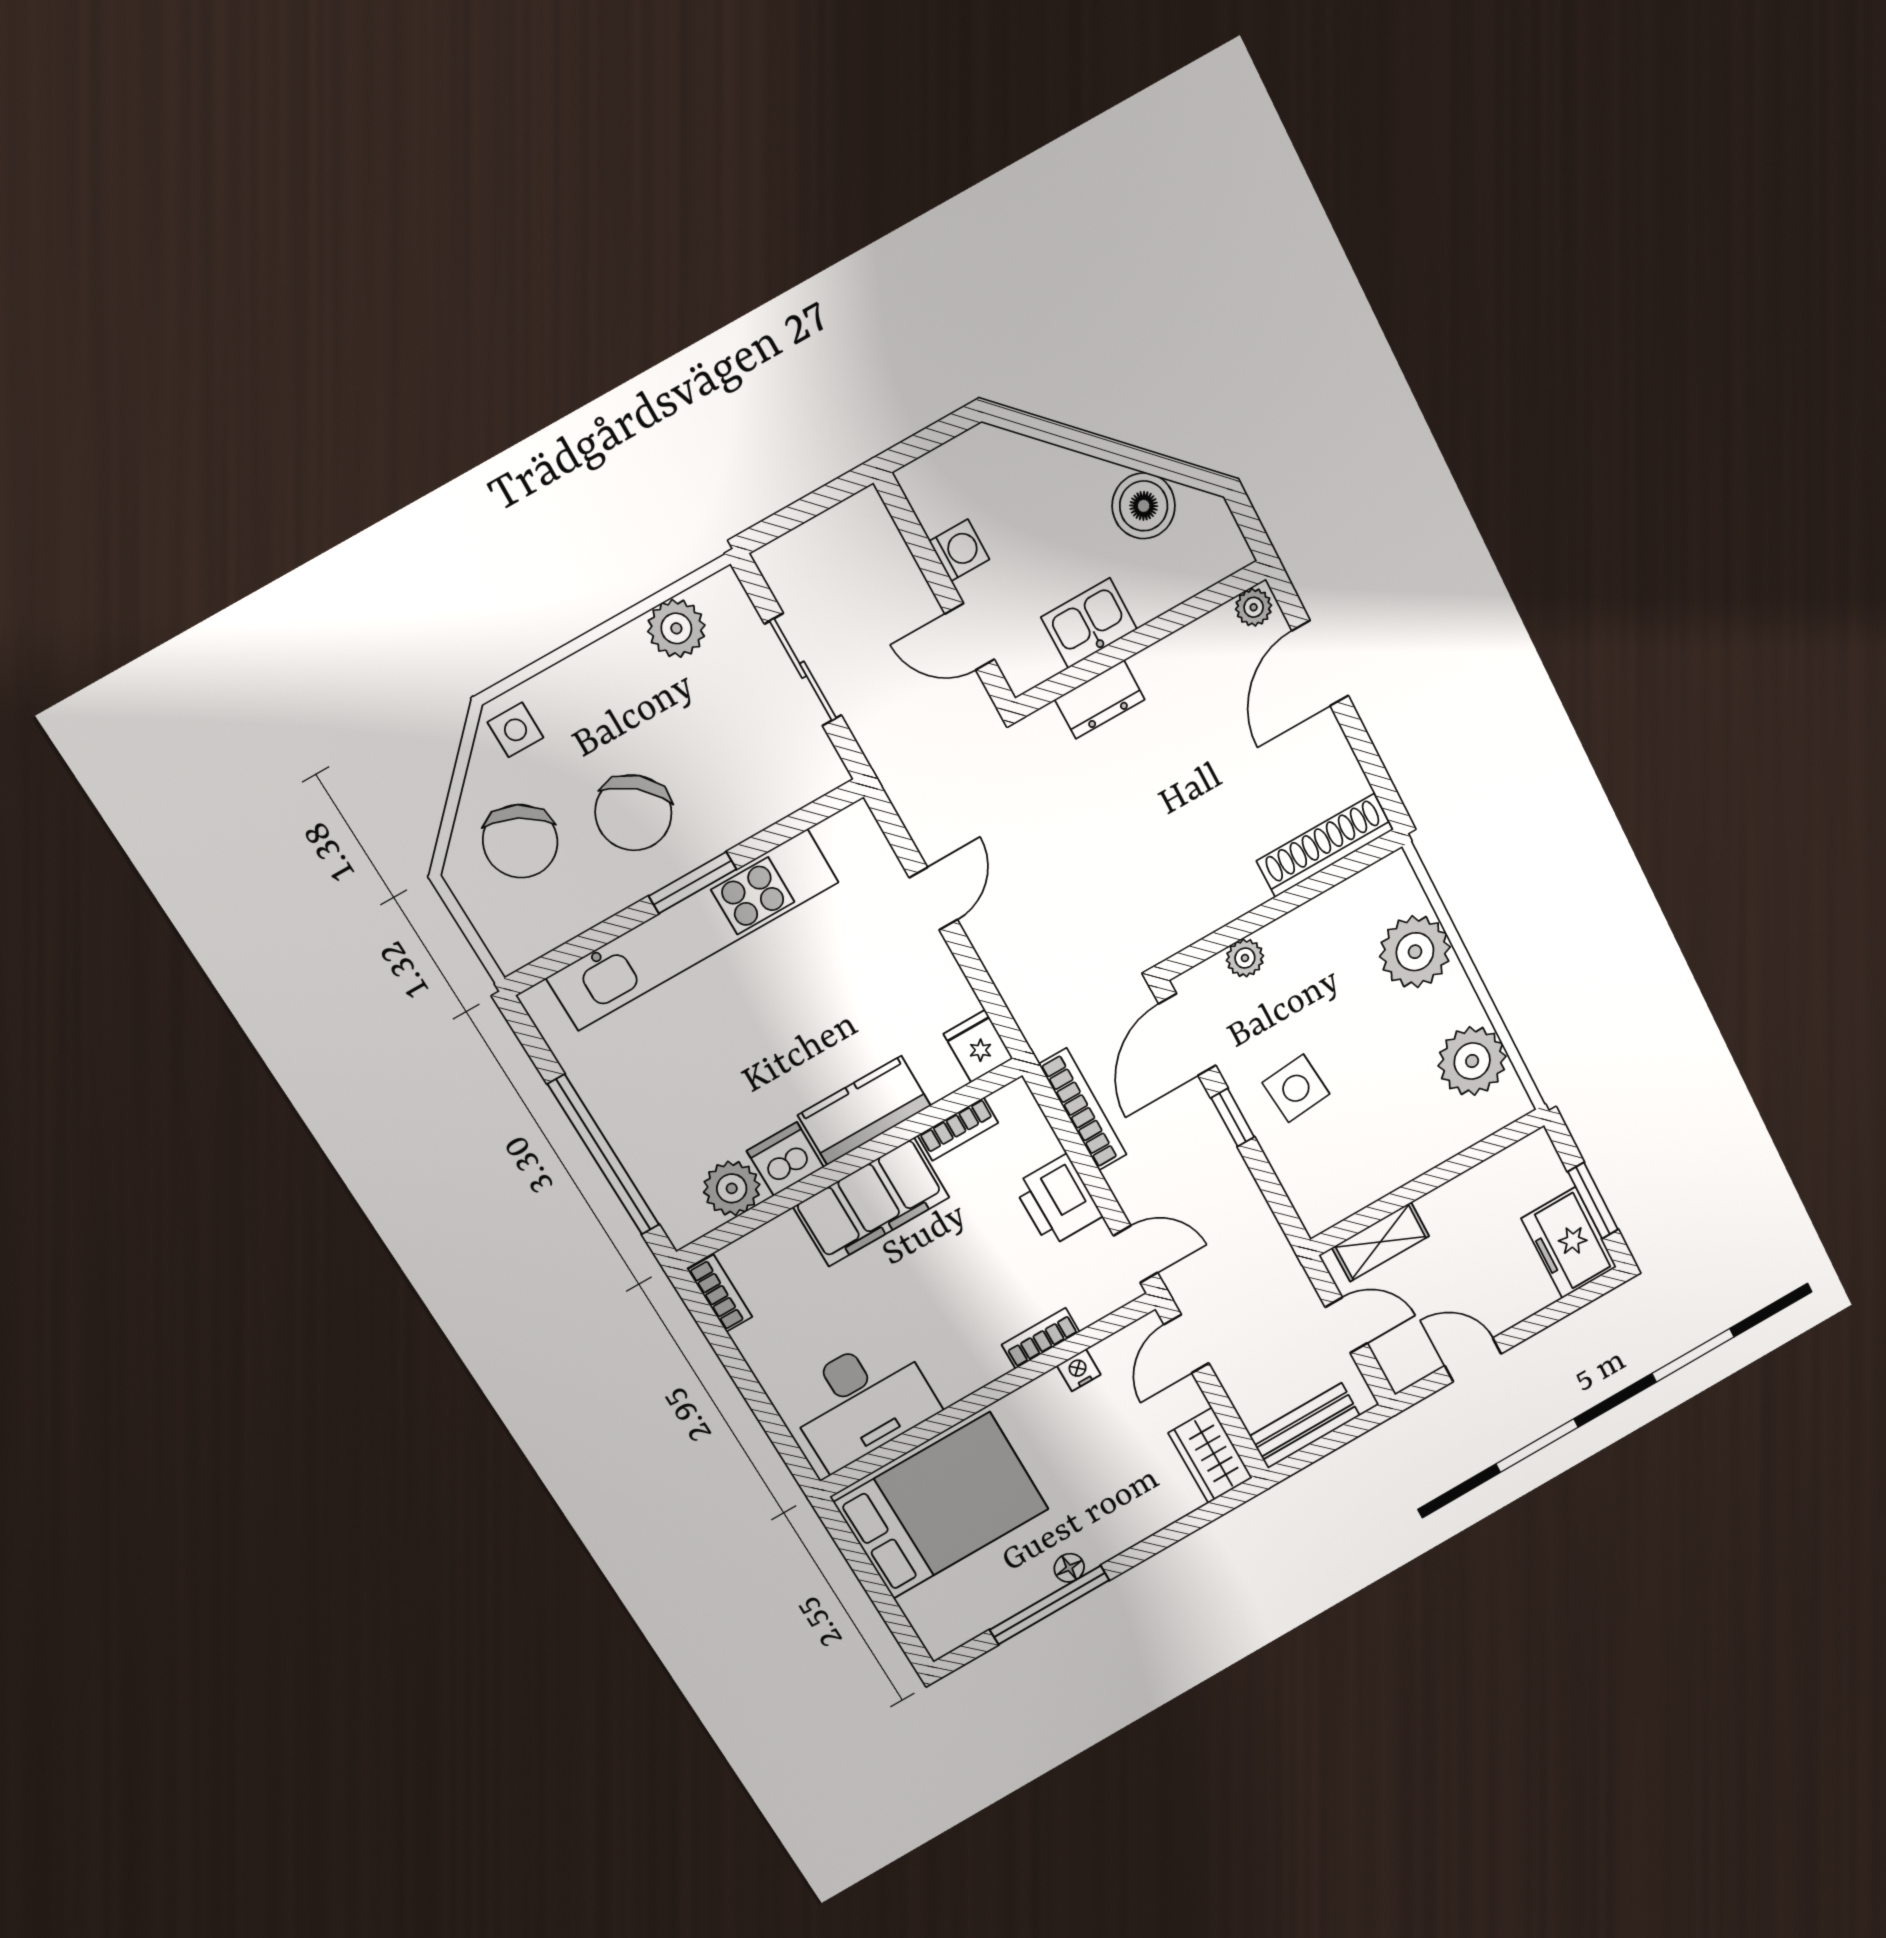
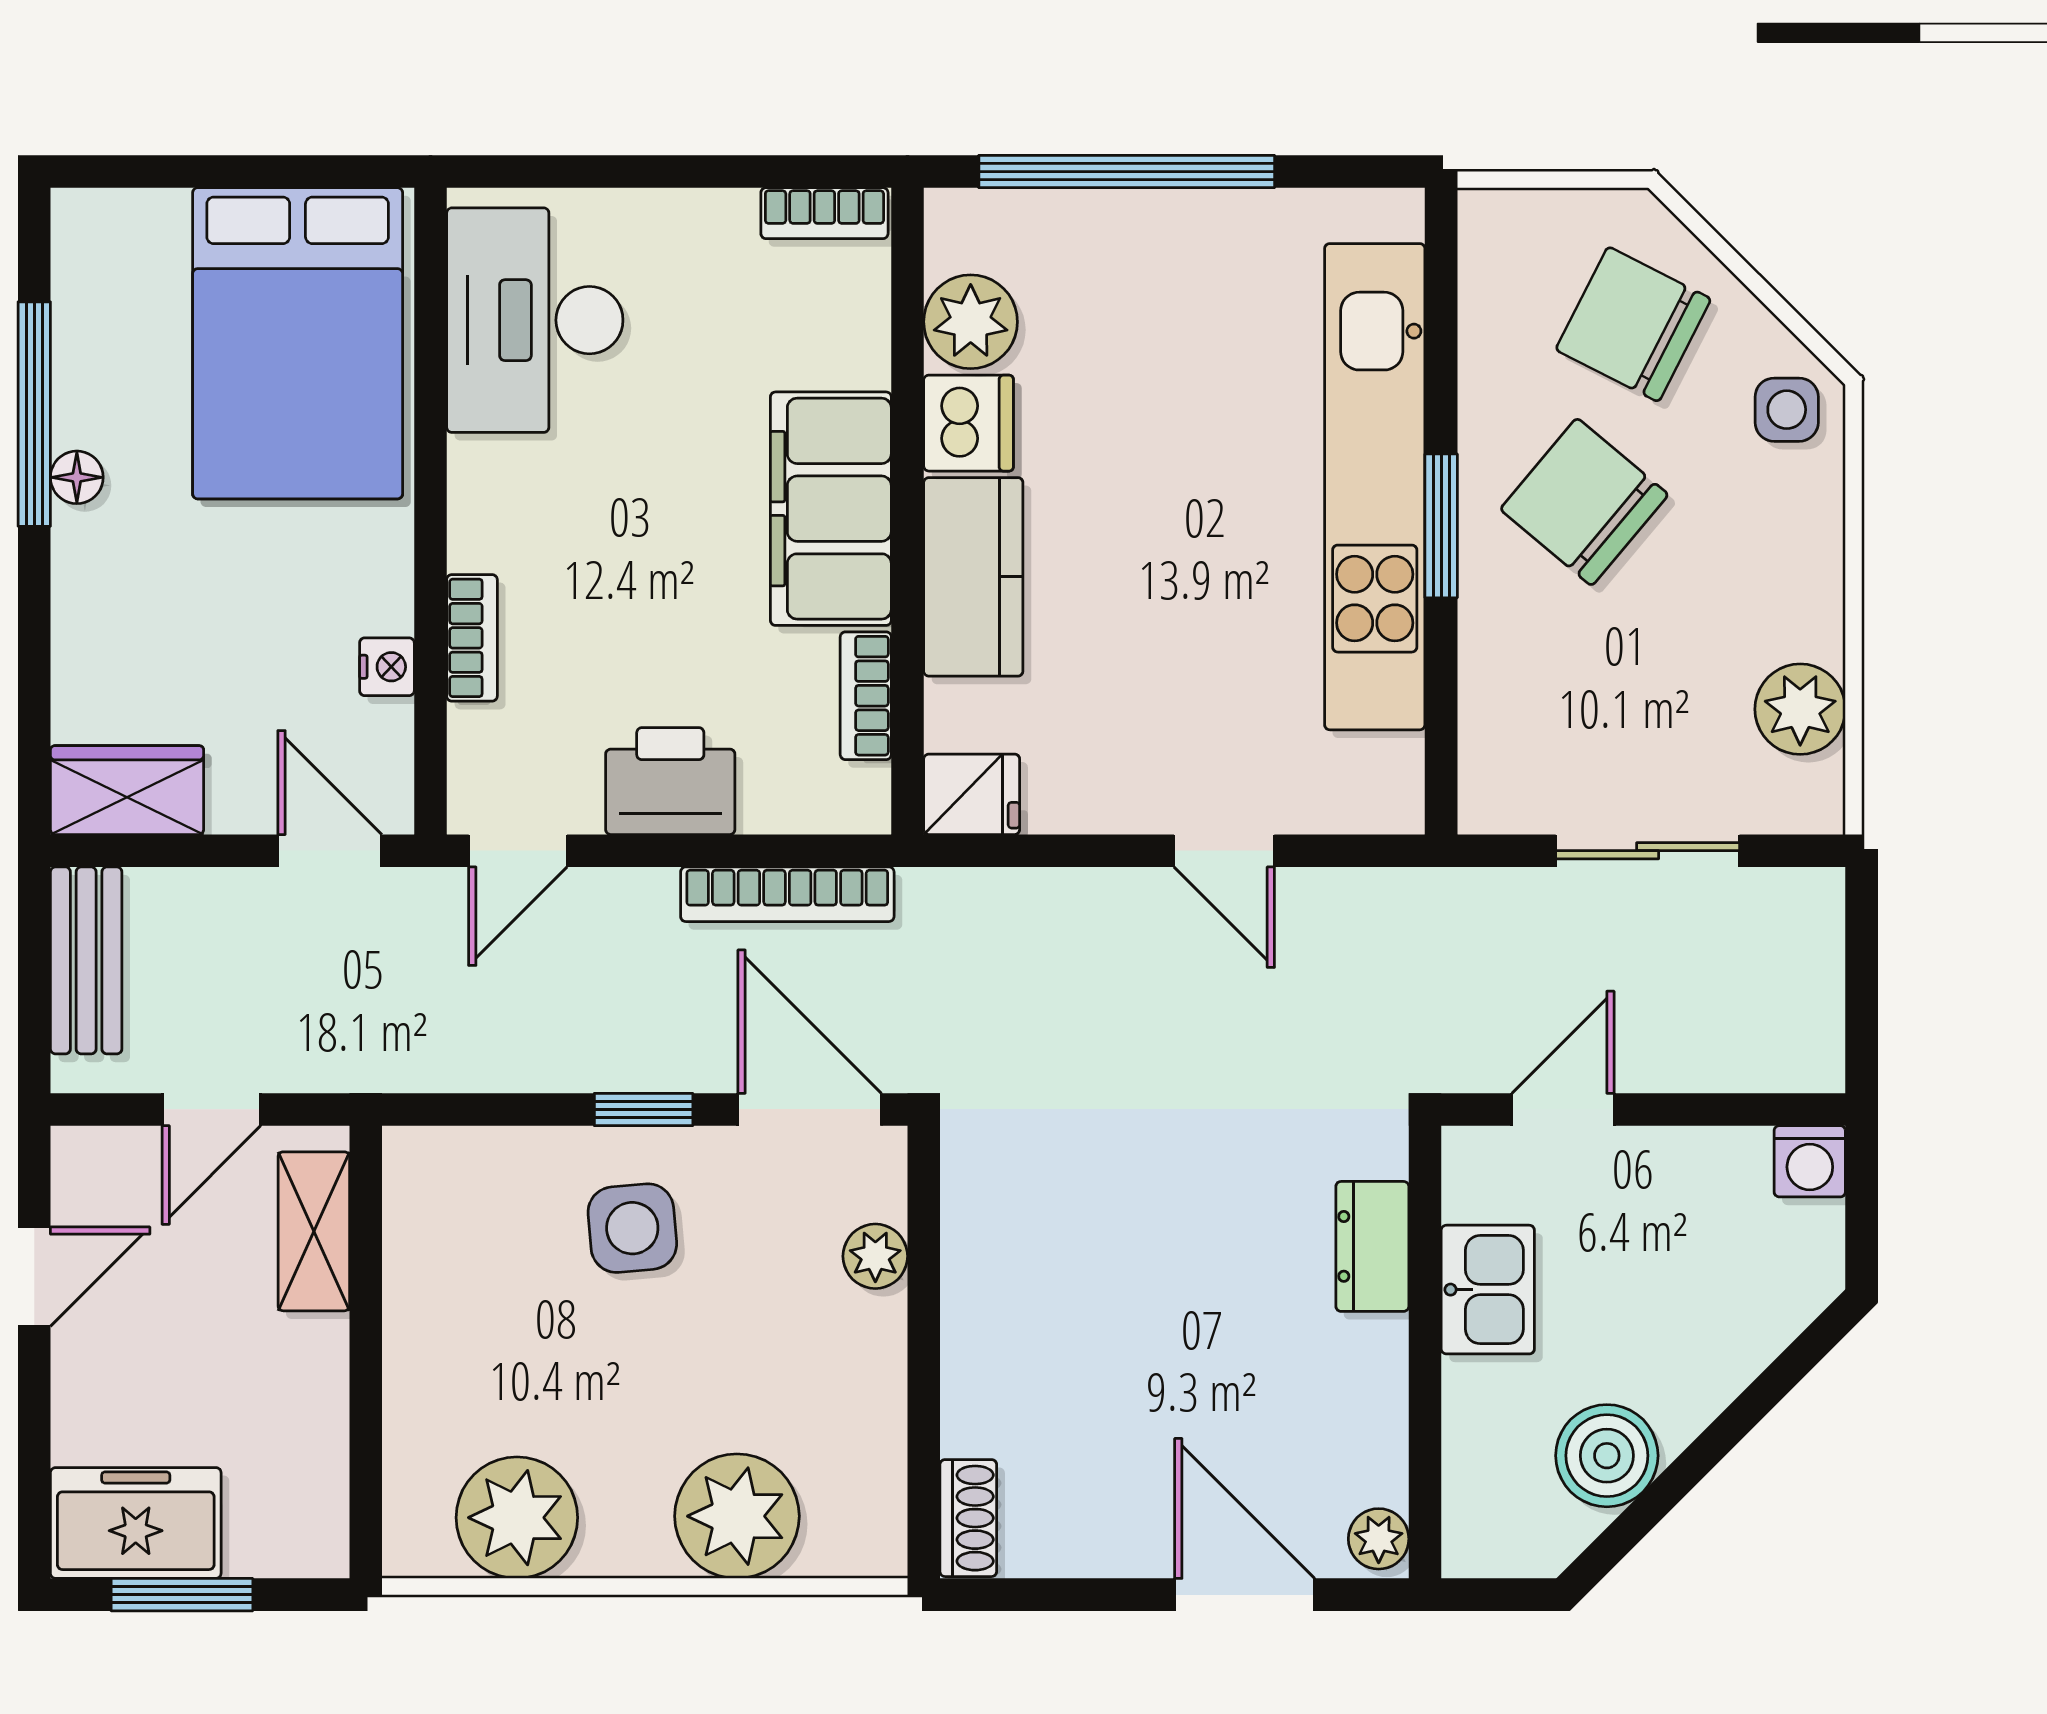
washing machine: (959, 550) -> (1810, 1161), moved
shoe rack: (1325, 845) -> (968, 1518), width x0.51, depth x0.81

